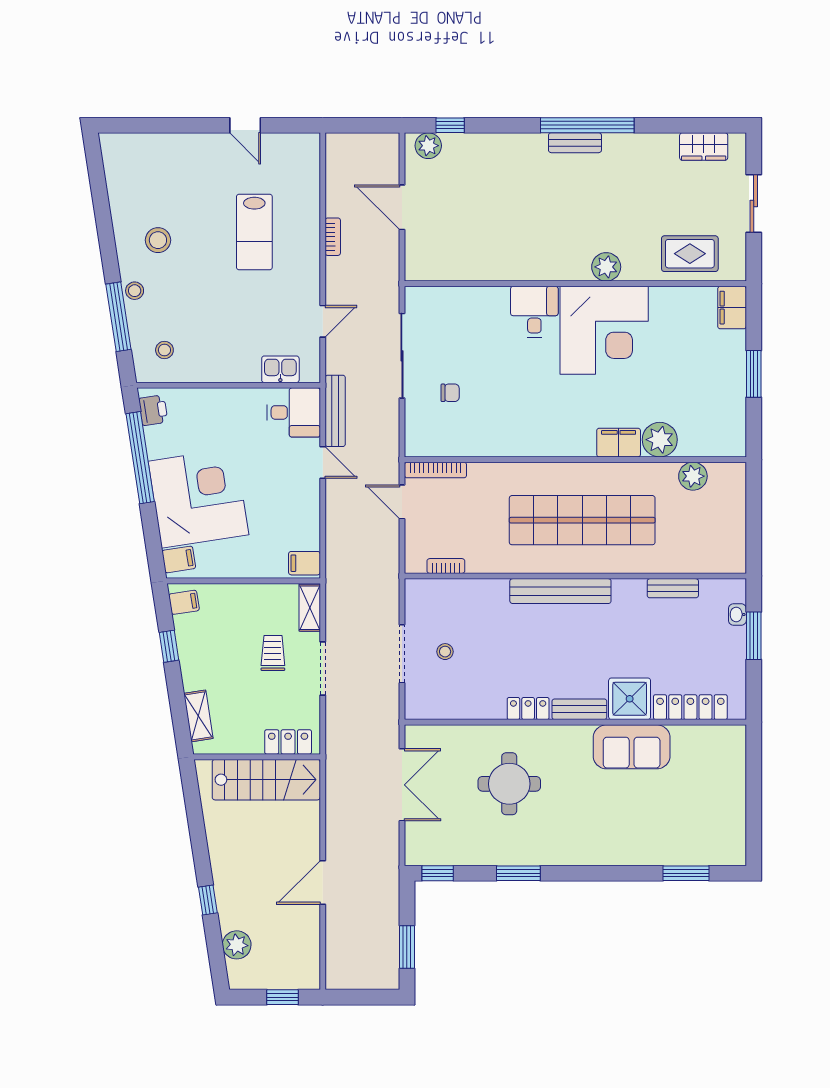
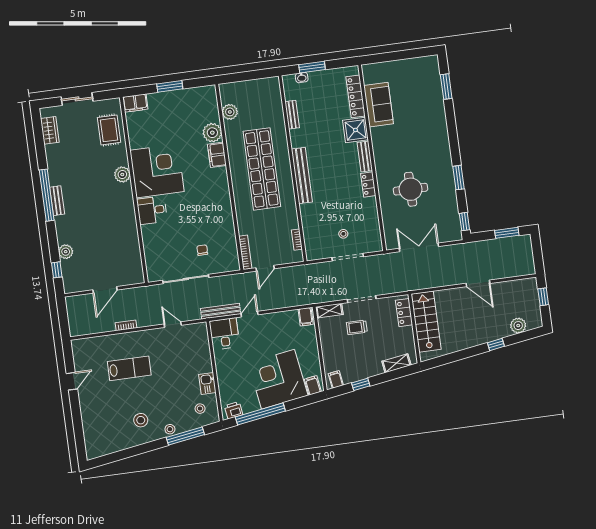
plant: (428, 146) -> (66, 252), moved
kitchen sink: (280, 369) -> (207, 383), moved
sofa: (632, 747) -> (379, 105), moved

